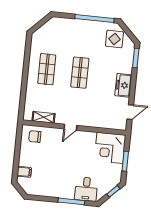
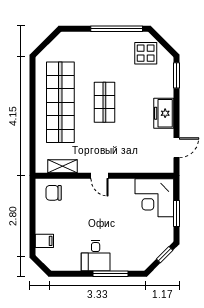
shop shelf: (47, 69) -> (60, 102), width x2.00, depth x1.36
door: (70, 127) -> (99, 176), hinge flipped
desk: (86, 189) -> (96, 255), moved

